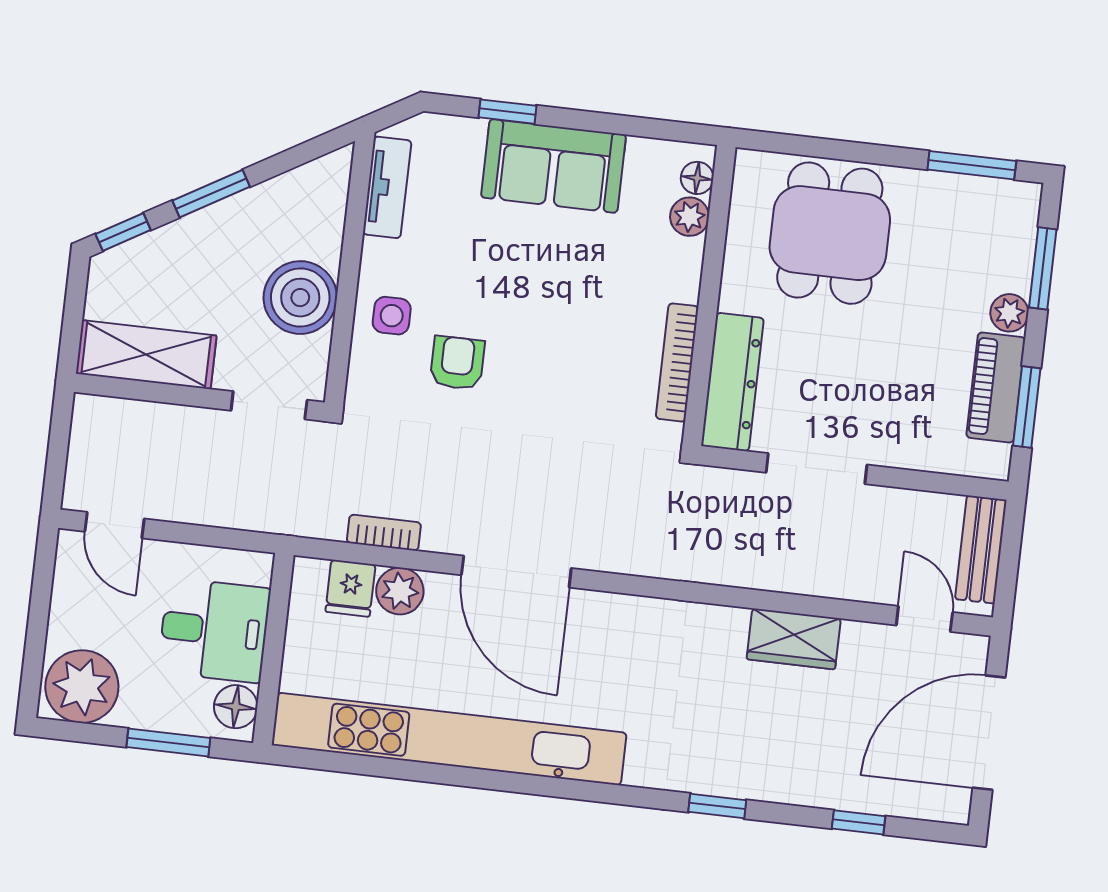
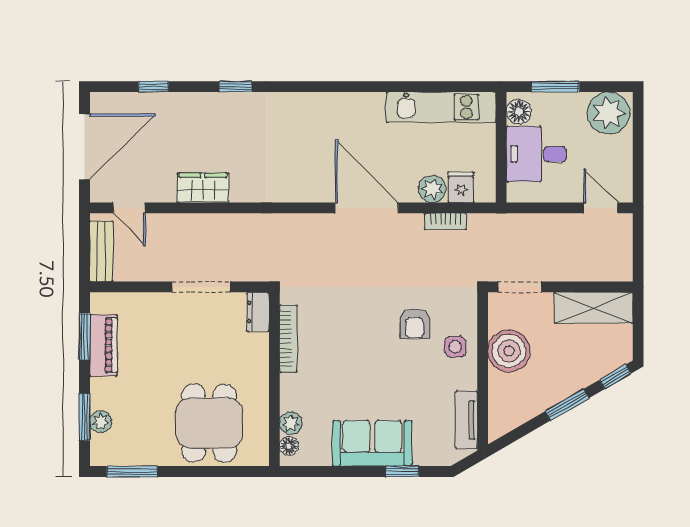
plant: (1009, 313) -> (101, 422), moved
dresser: (732, 382) -> (258, 312), width x0.51, depth x0.80
kitchen unit: (449, 739) -> (441, 107), width x0.54

